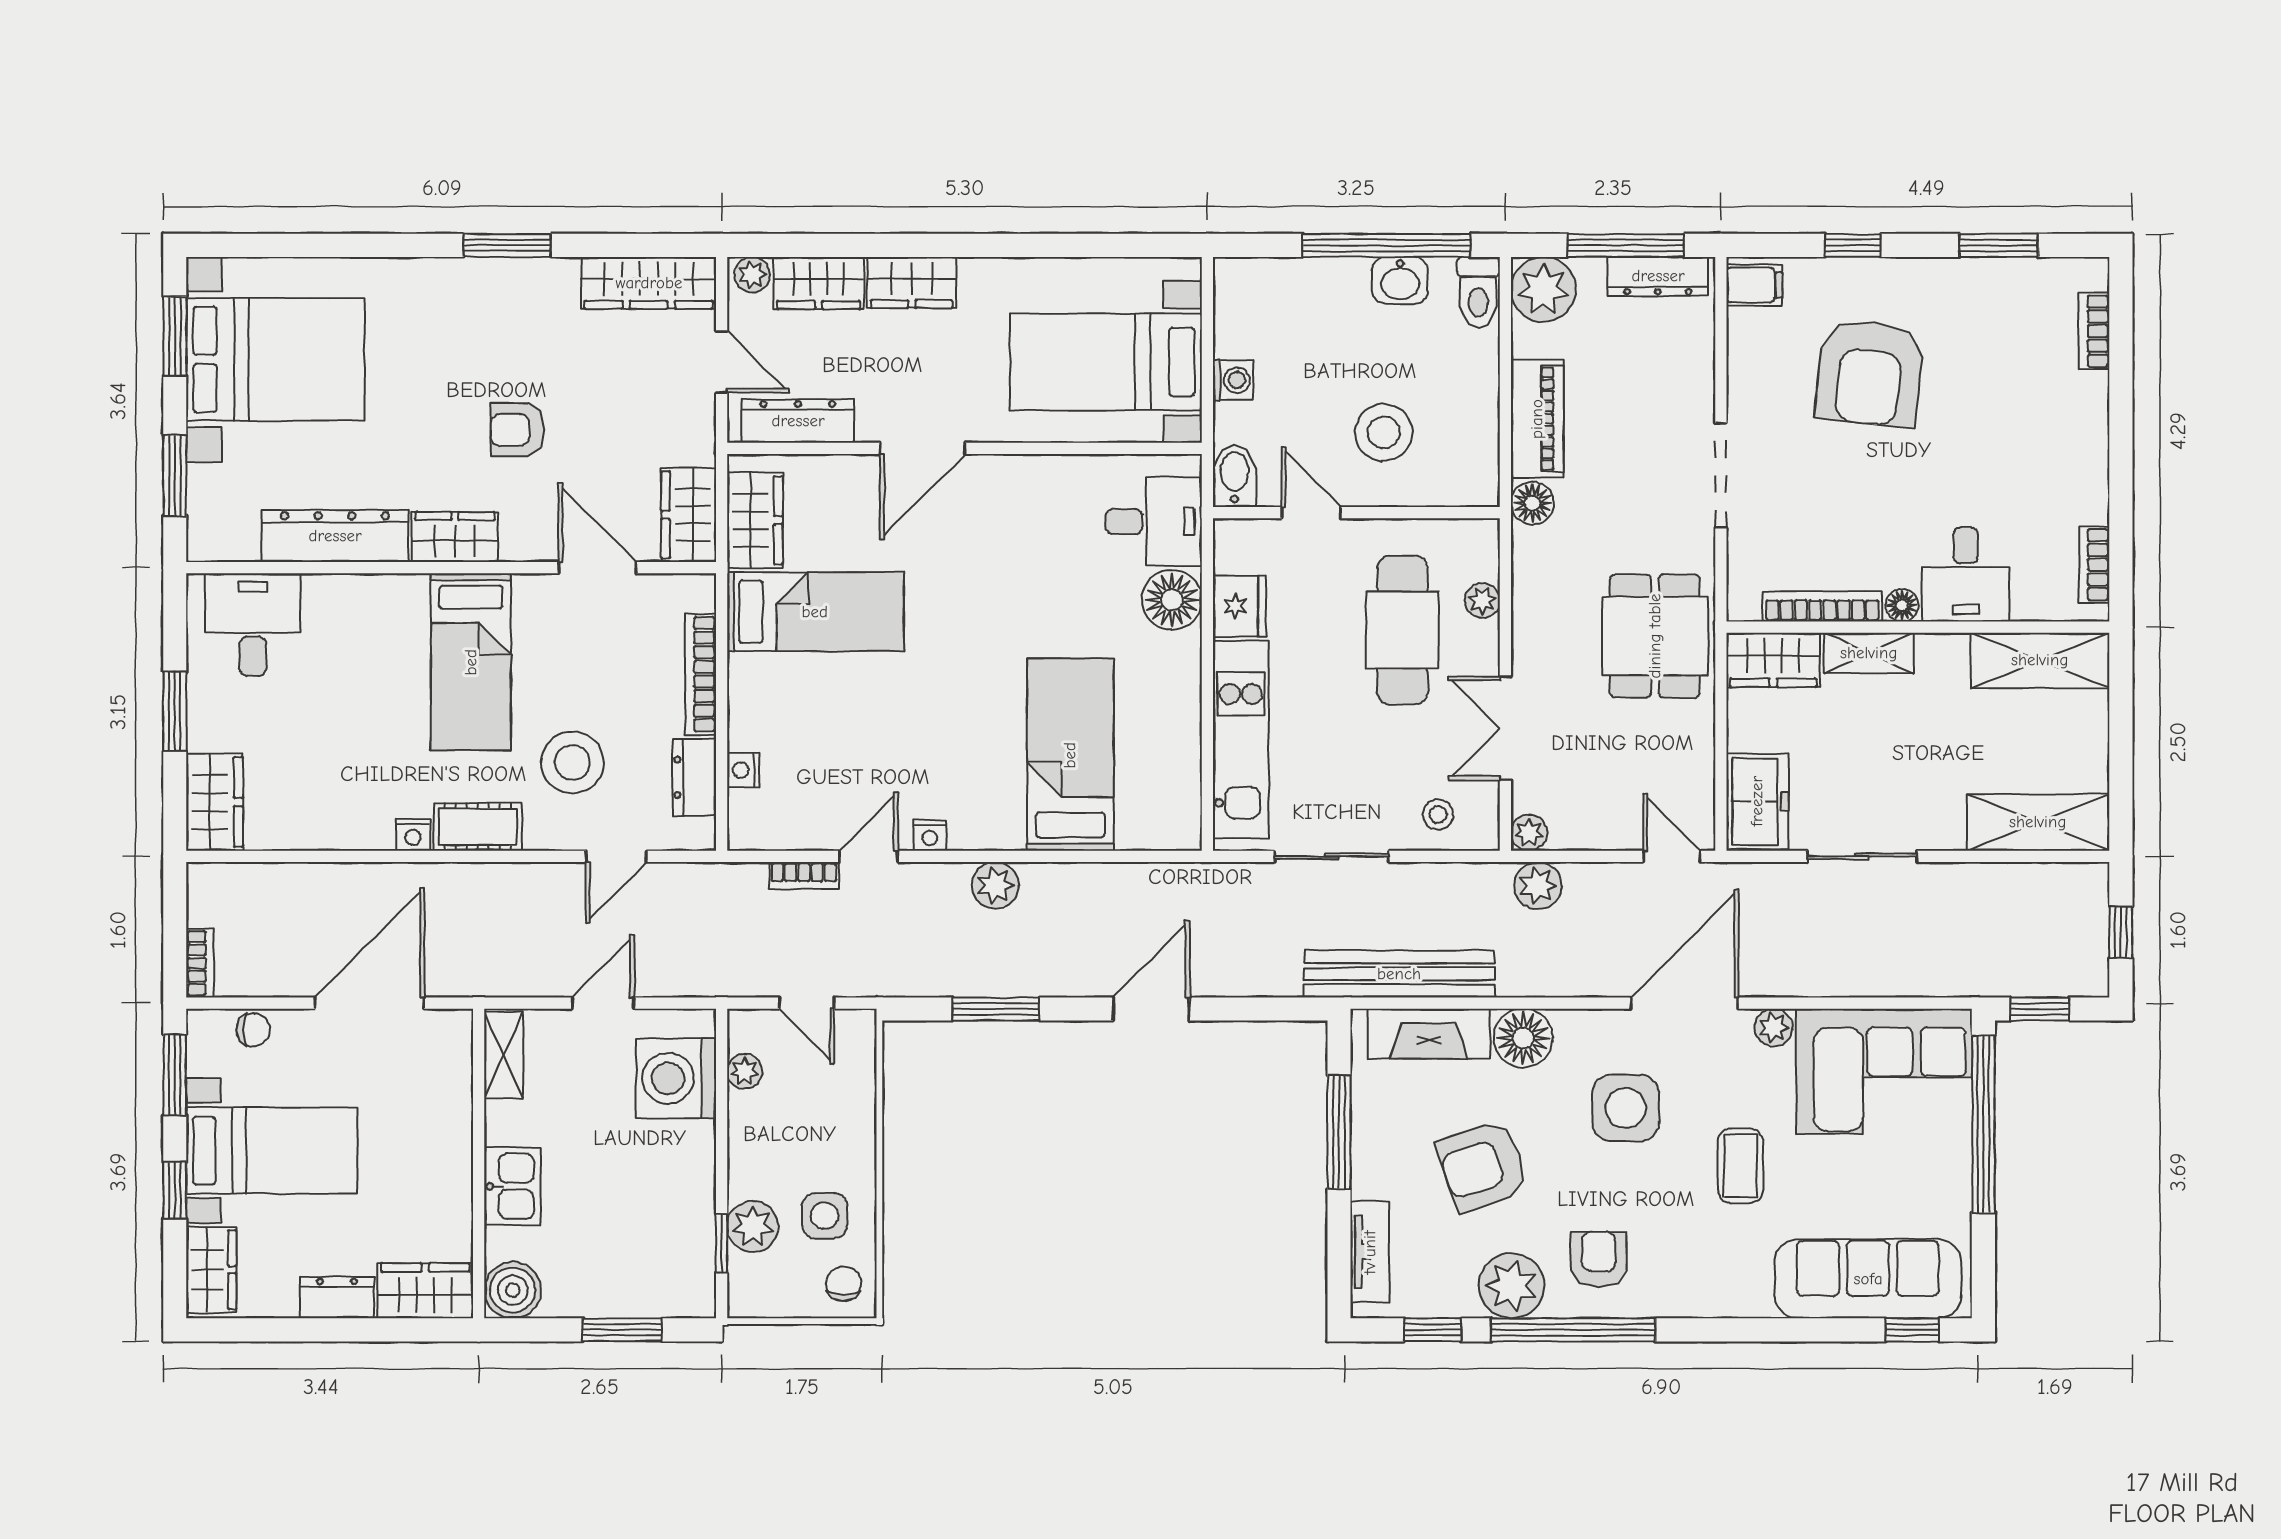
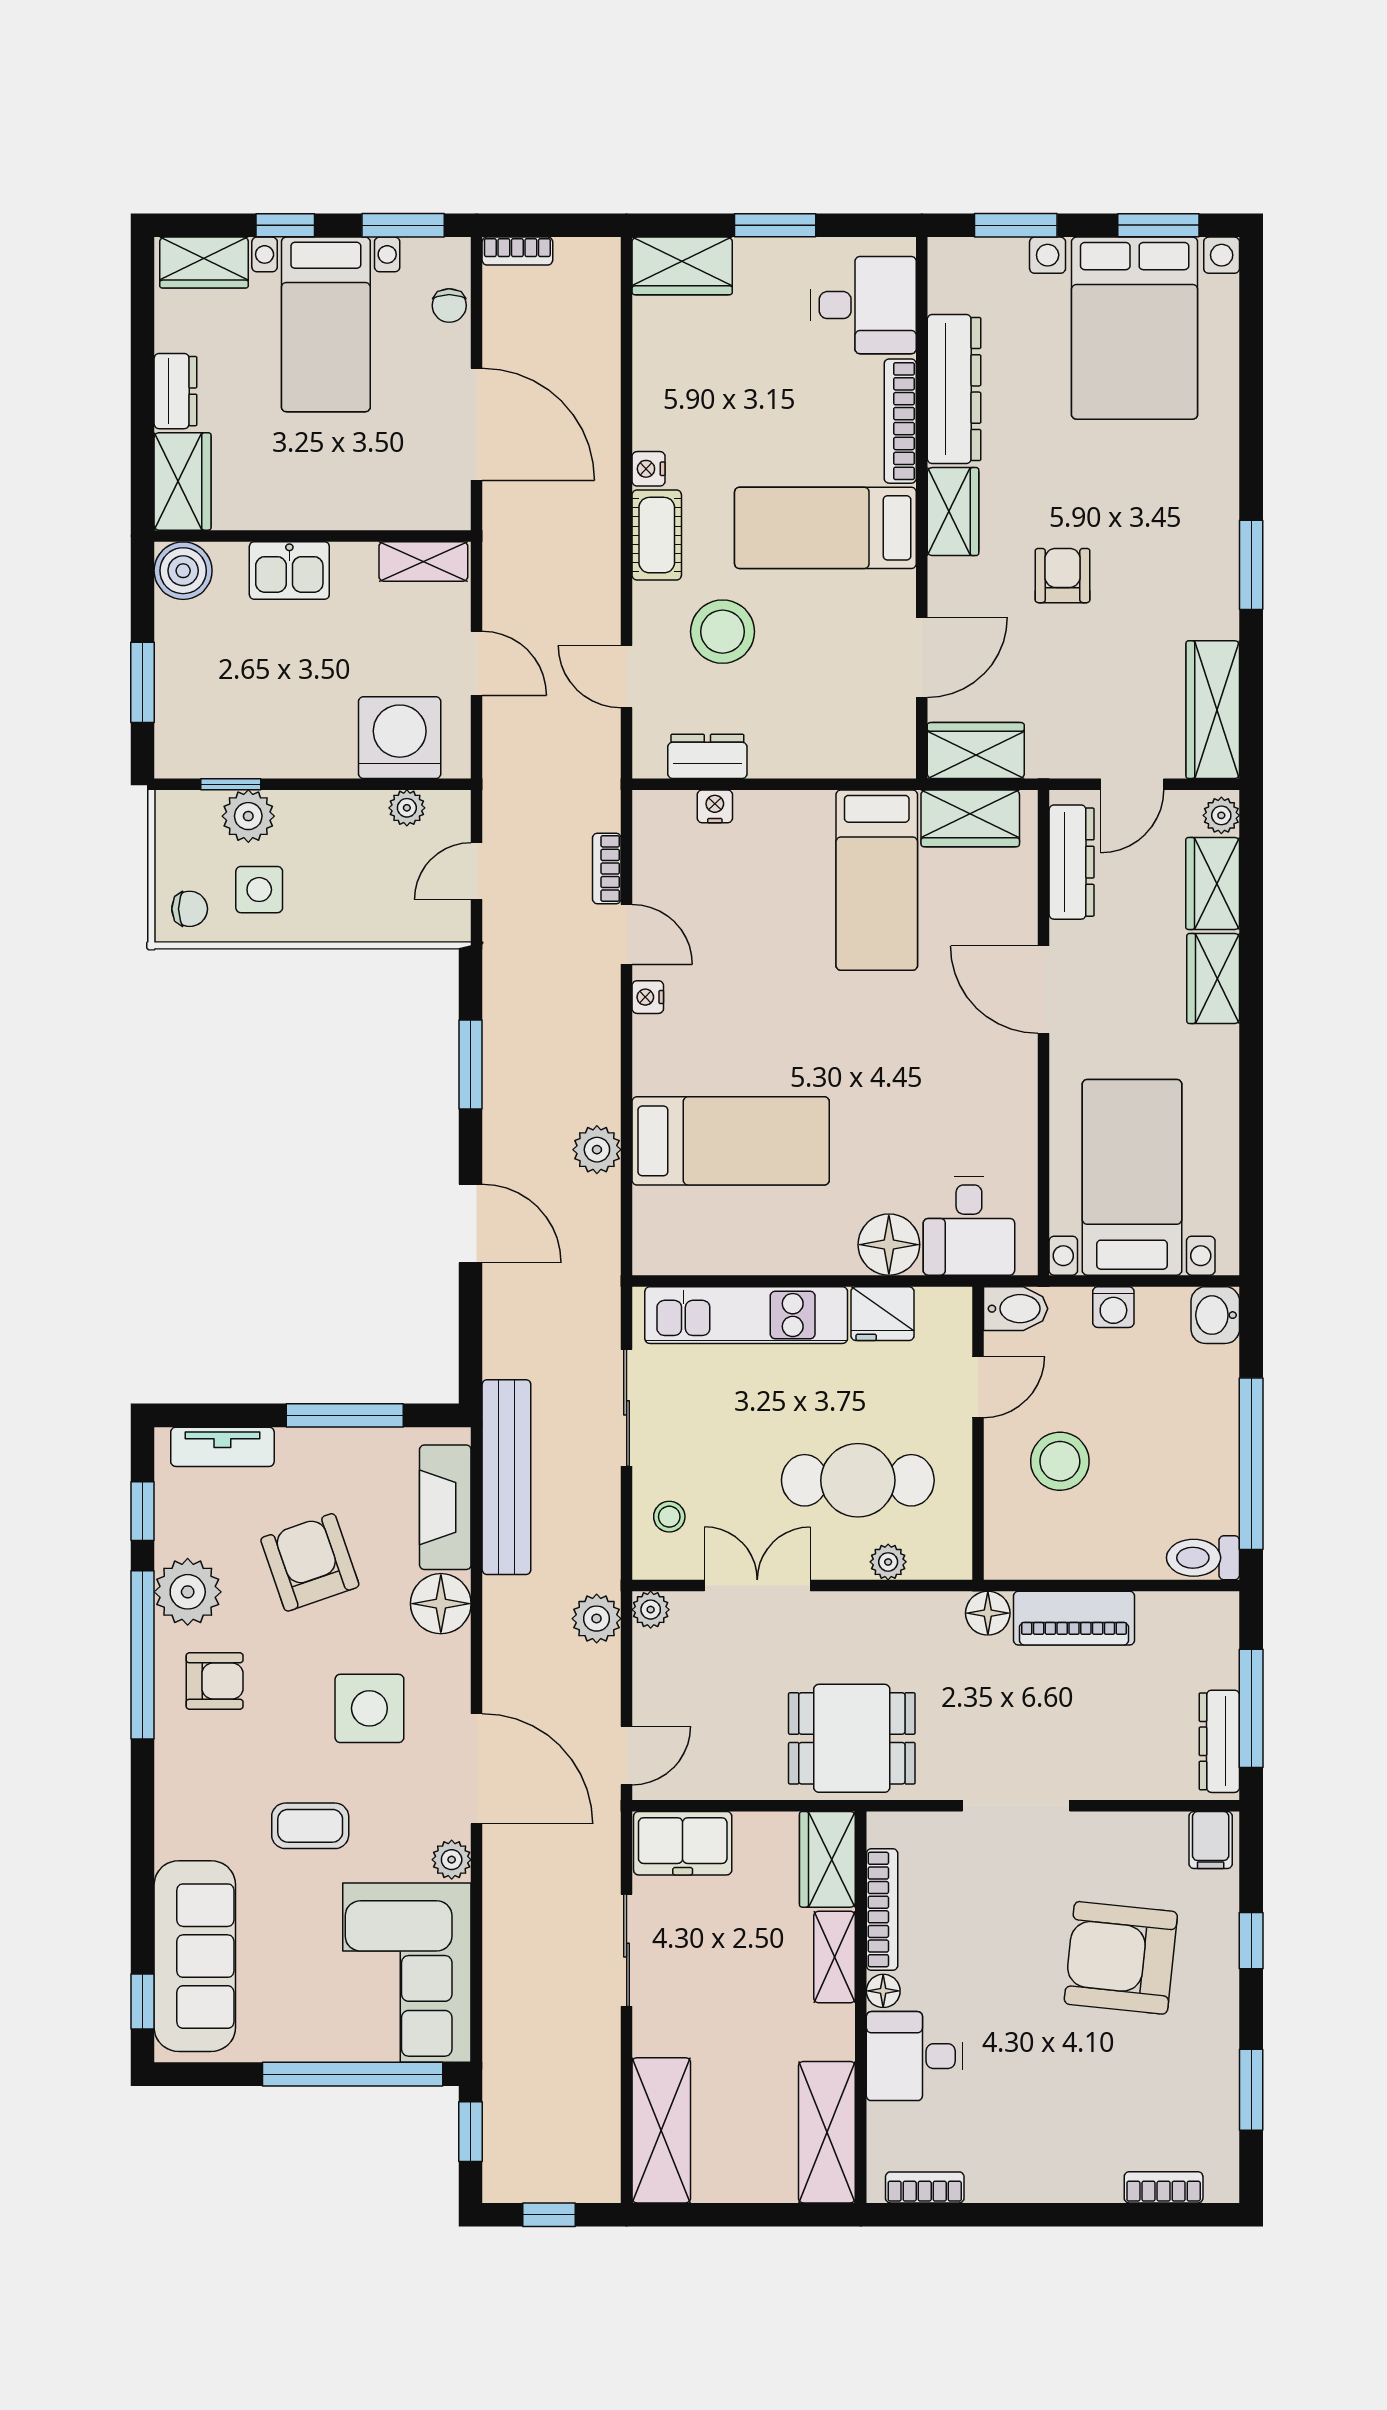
washbasin: (1400, 280) -> (1215, 1315), moved
plant: (1543, 289) -> (1206, 1624), removed
bookcase: (701, 674) -> (900, 421), moved, turned -90
plant: (995, 885) -> (597, 1150), moved

